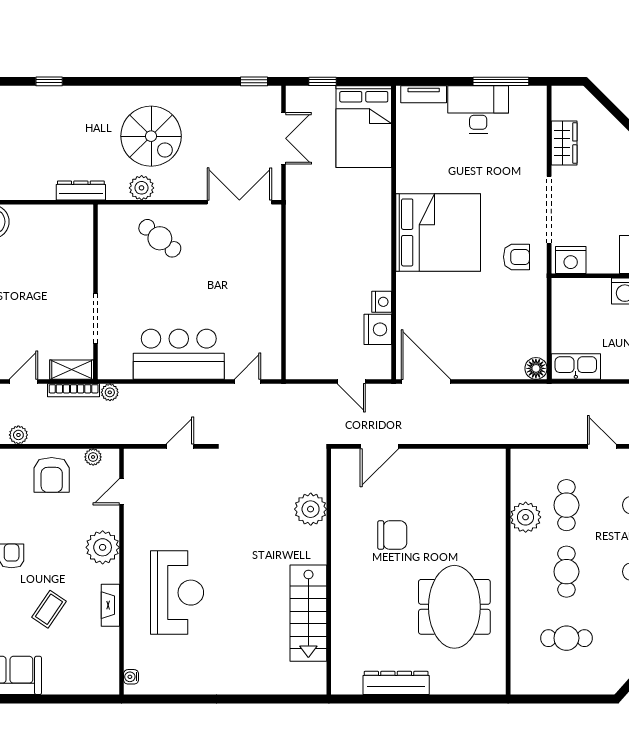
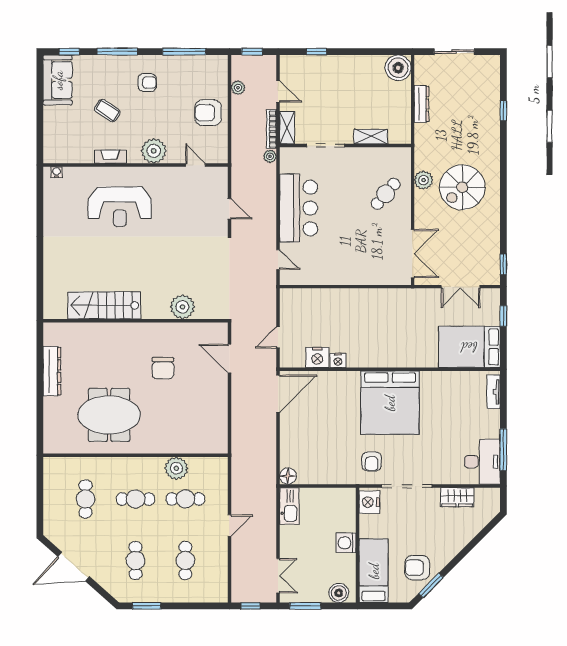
desk: (478, 109) -> (482, 462), moved
dresser: (81, 191) -> (421, 104), moved
shelving: (83, 258) -> (371, 137), added
plant: (93, 457) -> (222, 144), removed

